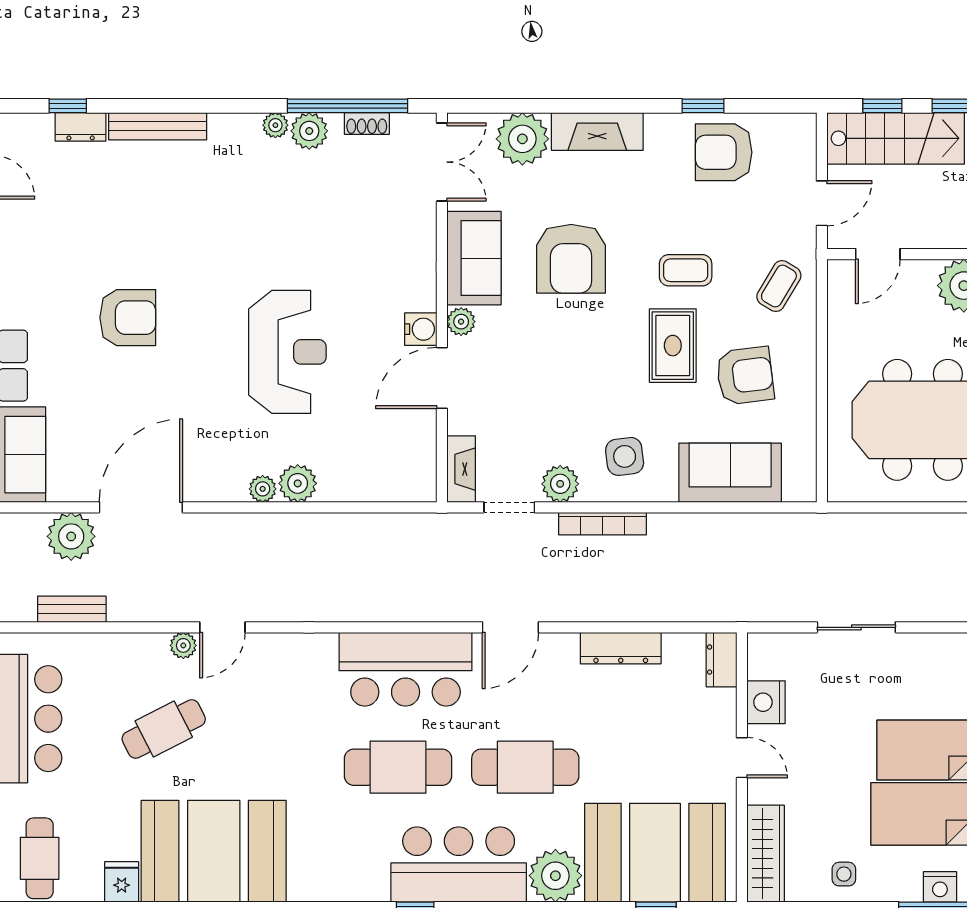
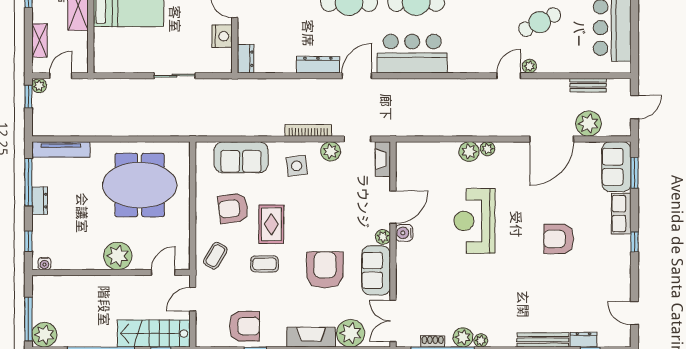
dresser: (621, 648) -> (318, 65), moved

